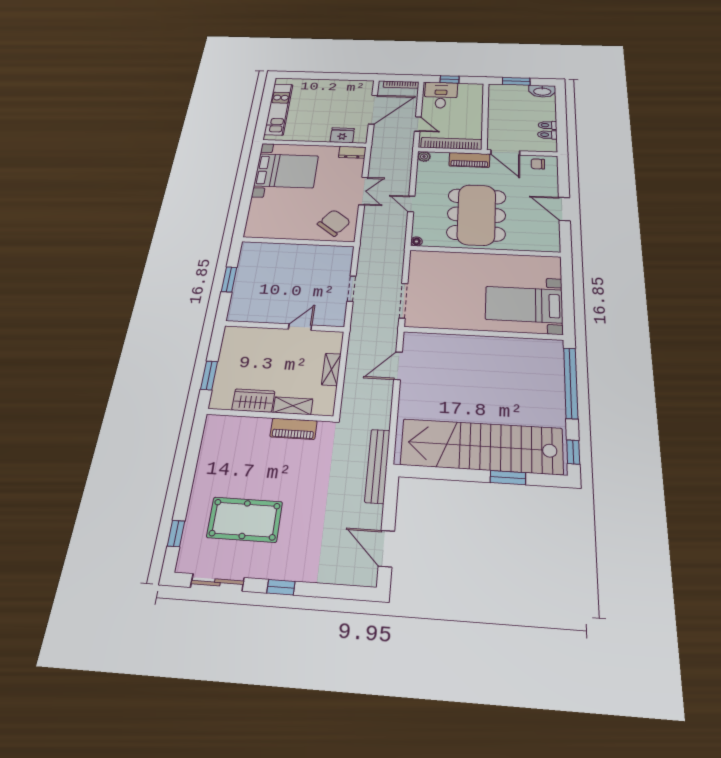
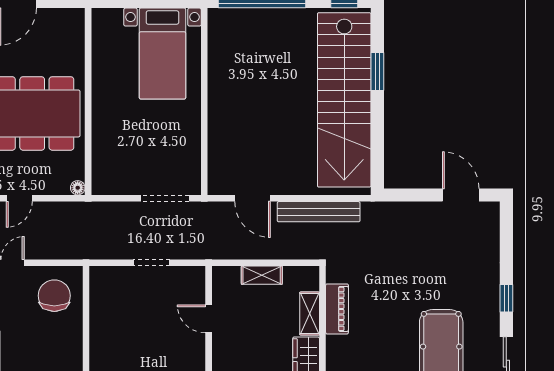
chair: (334, 223) -> (54, 296), turned 53
bench: (378, 466) -> (319, 212), moved
door: (386, 549) -> (461, 195), swing flipped

